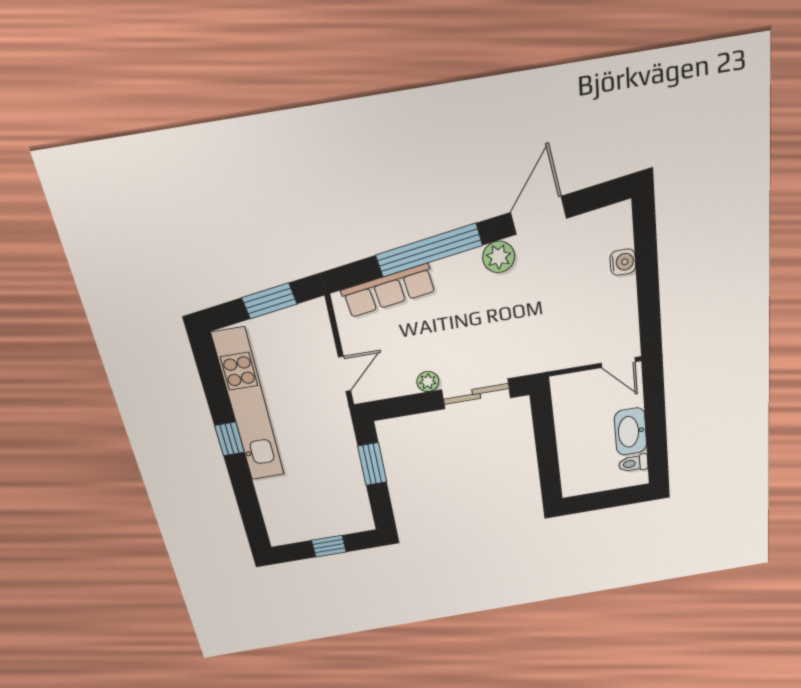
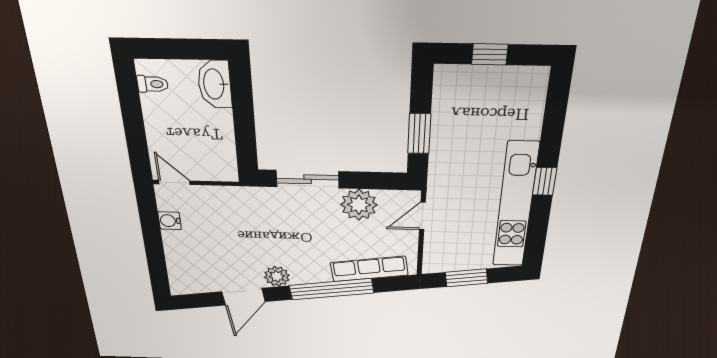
water cooler: (623, 262) -> (170, 221), moved
plant: (428, 382) -> (359, 205), width x1.88, depth x1.88
washbasin: (631, 432) -> (215, 84), moved, turned 180

